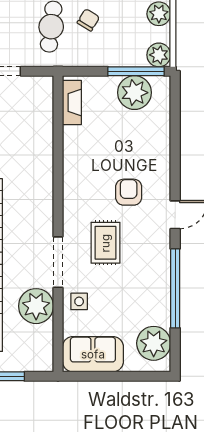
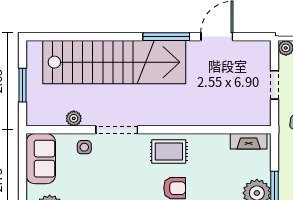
rug: (105, 243) -> (169, 151), moved
plant: (36, 306) -> (74, 118), width x0.53, depth x0.53

